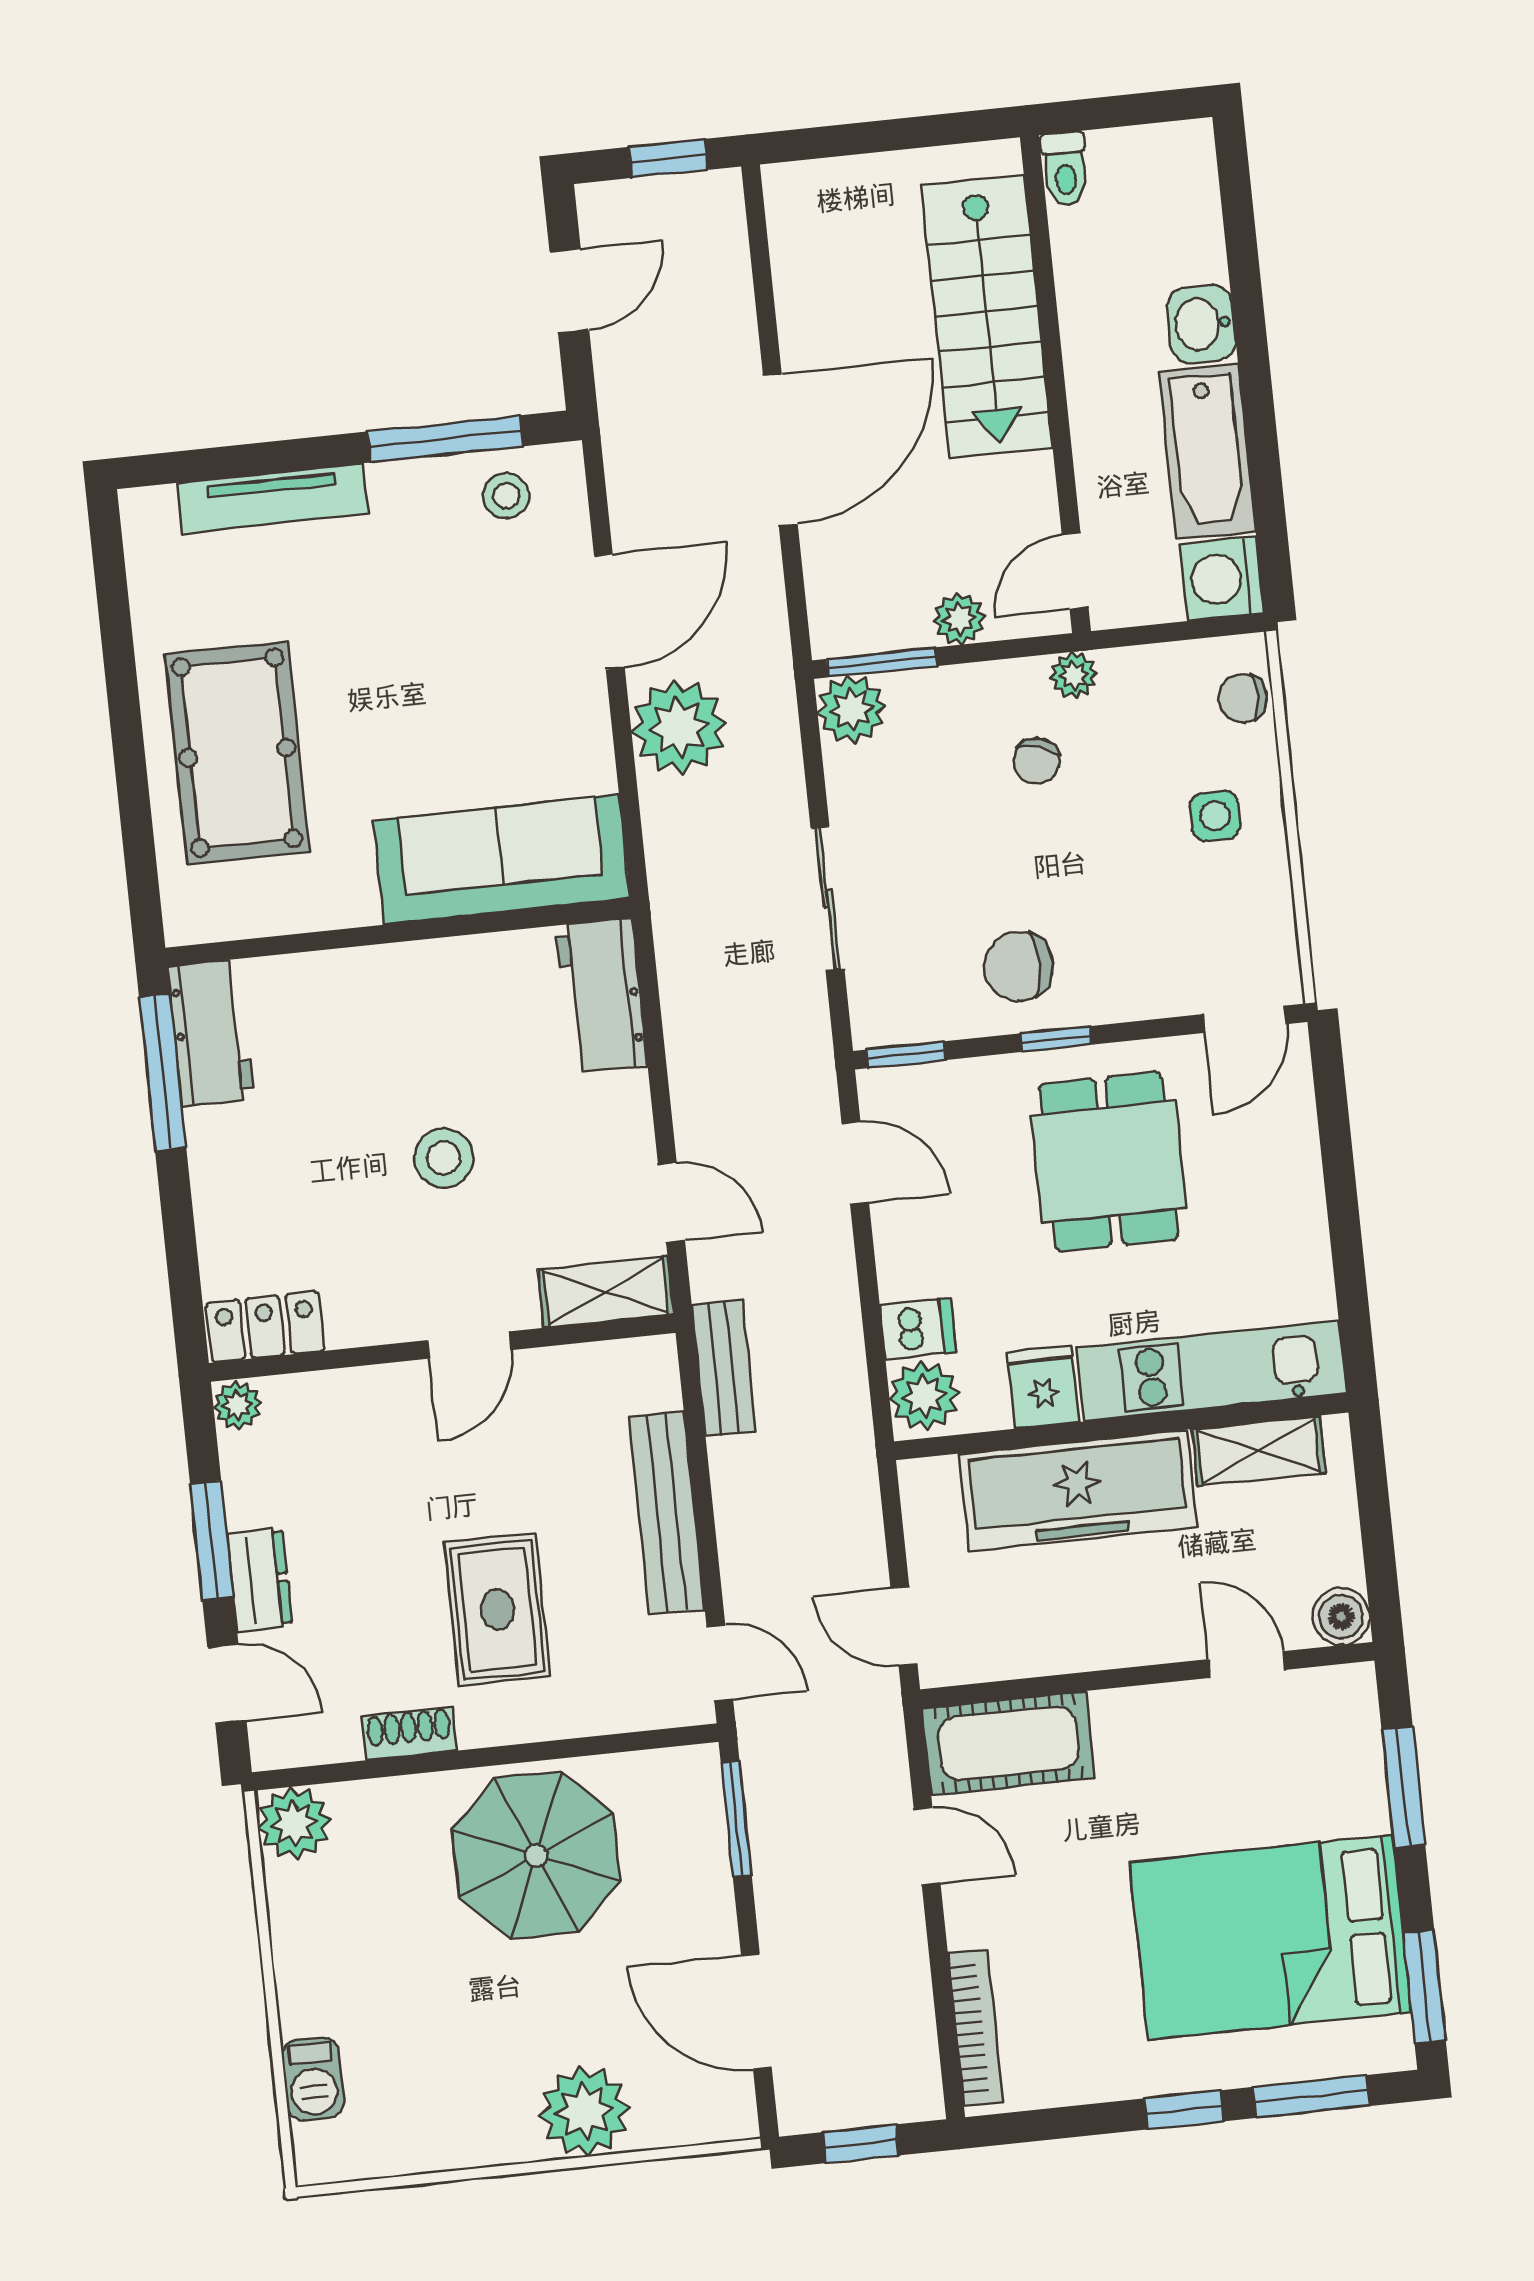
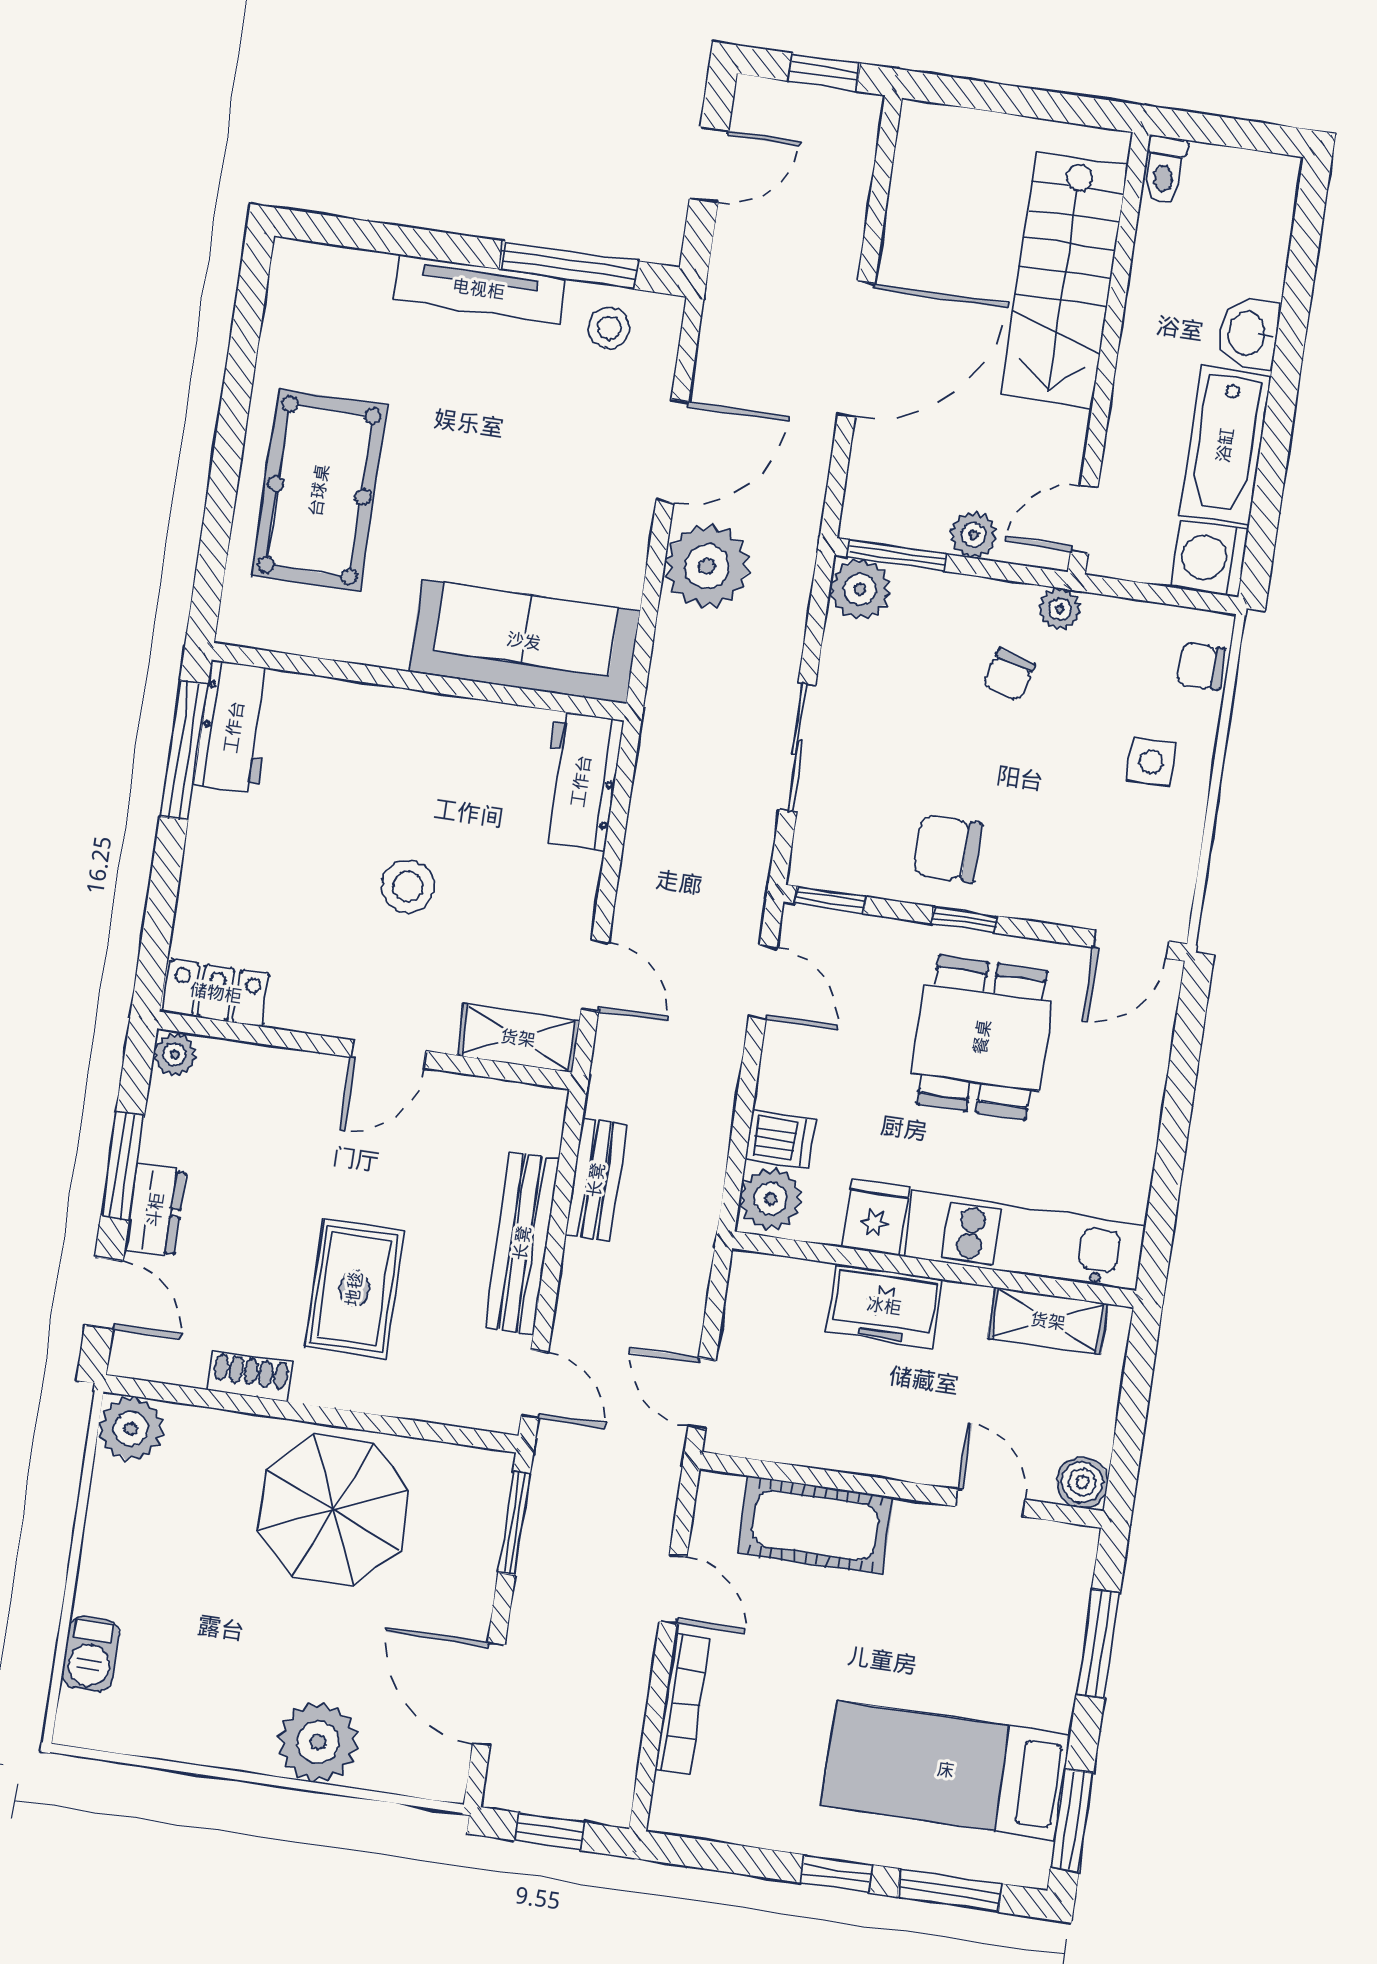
tv unit: (272, 498) -> (479, 289), moved
bench: (724, 1368) -> (596, 1180), moved
freezer: (1078, 1491) -> (884, 1306), width x0.52, depth x0.79
cot: (1009, 1743) -> (815, 1525), moved
bed: (1270, 1937) -> (946, 1770), width x0.67
bookcase: (975, 2028) -> (683, 1703), moved

